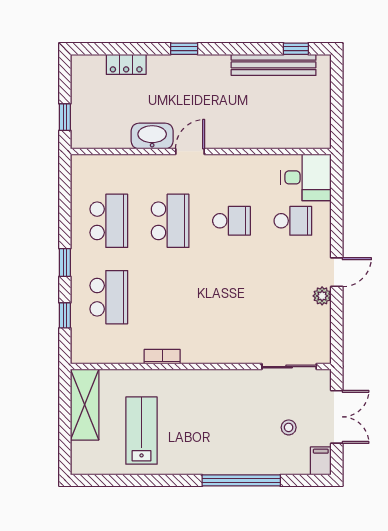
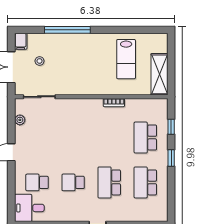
plant: (322, 296) -> (20, 120), moved

